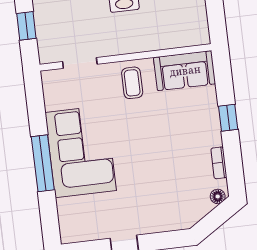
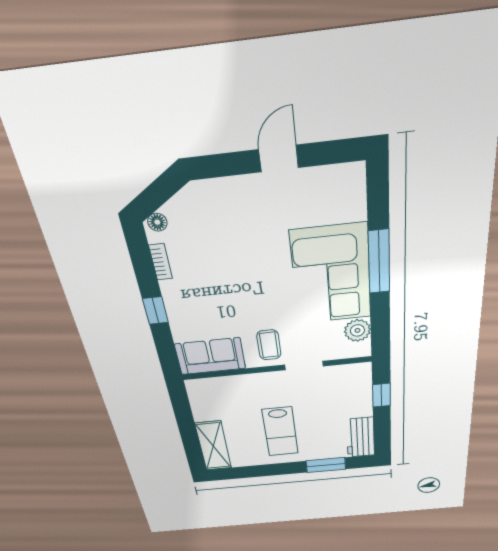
doorway: (80, 63) -> (304, 365), moved
plant: (55, 98) -> (357, 330), added

